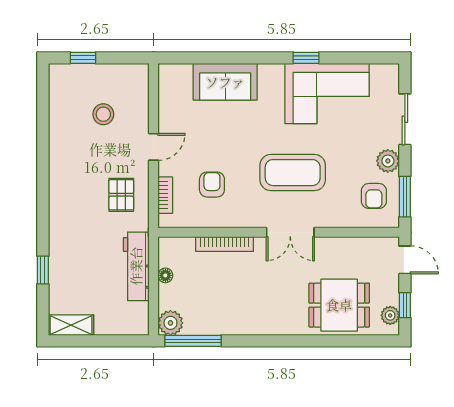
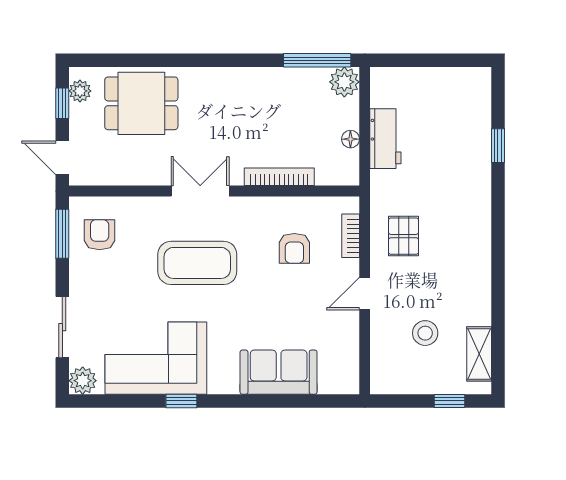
plant: (388, 161) -> (83, 381), moved
workbench: (136, 266) -> (385, 139), width x0.73
shelving: (71, 325) -> (479, 354), moved, turned 90

